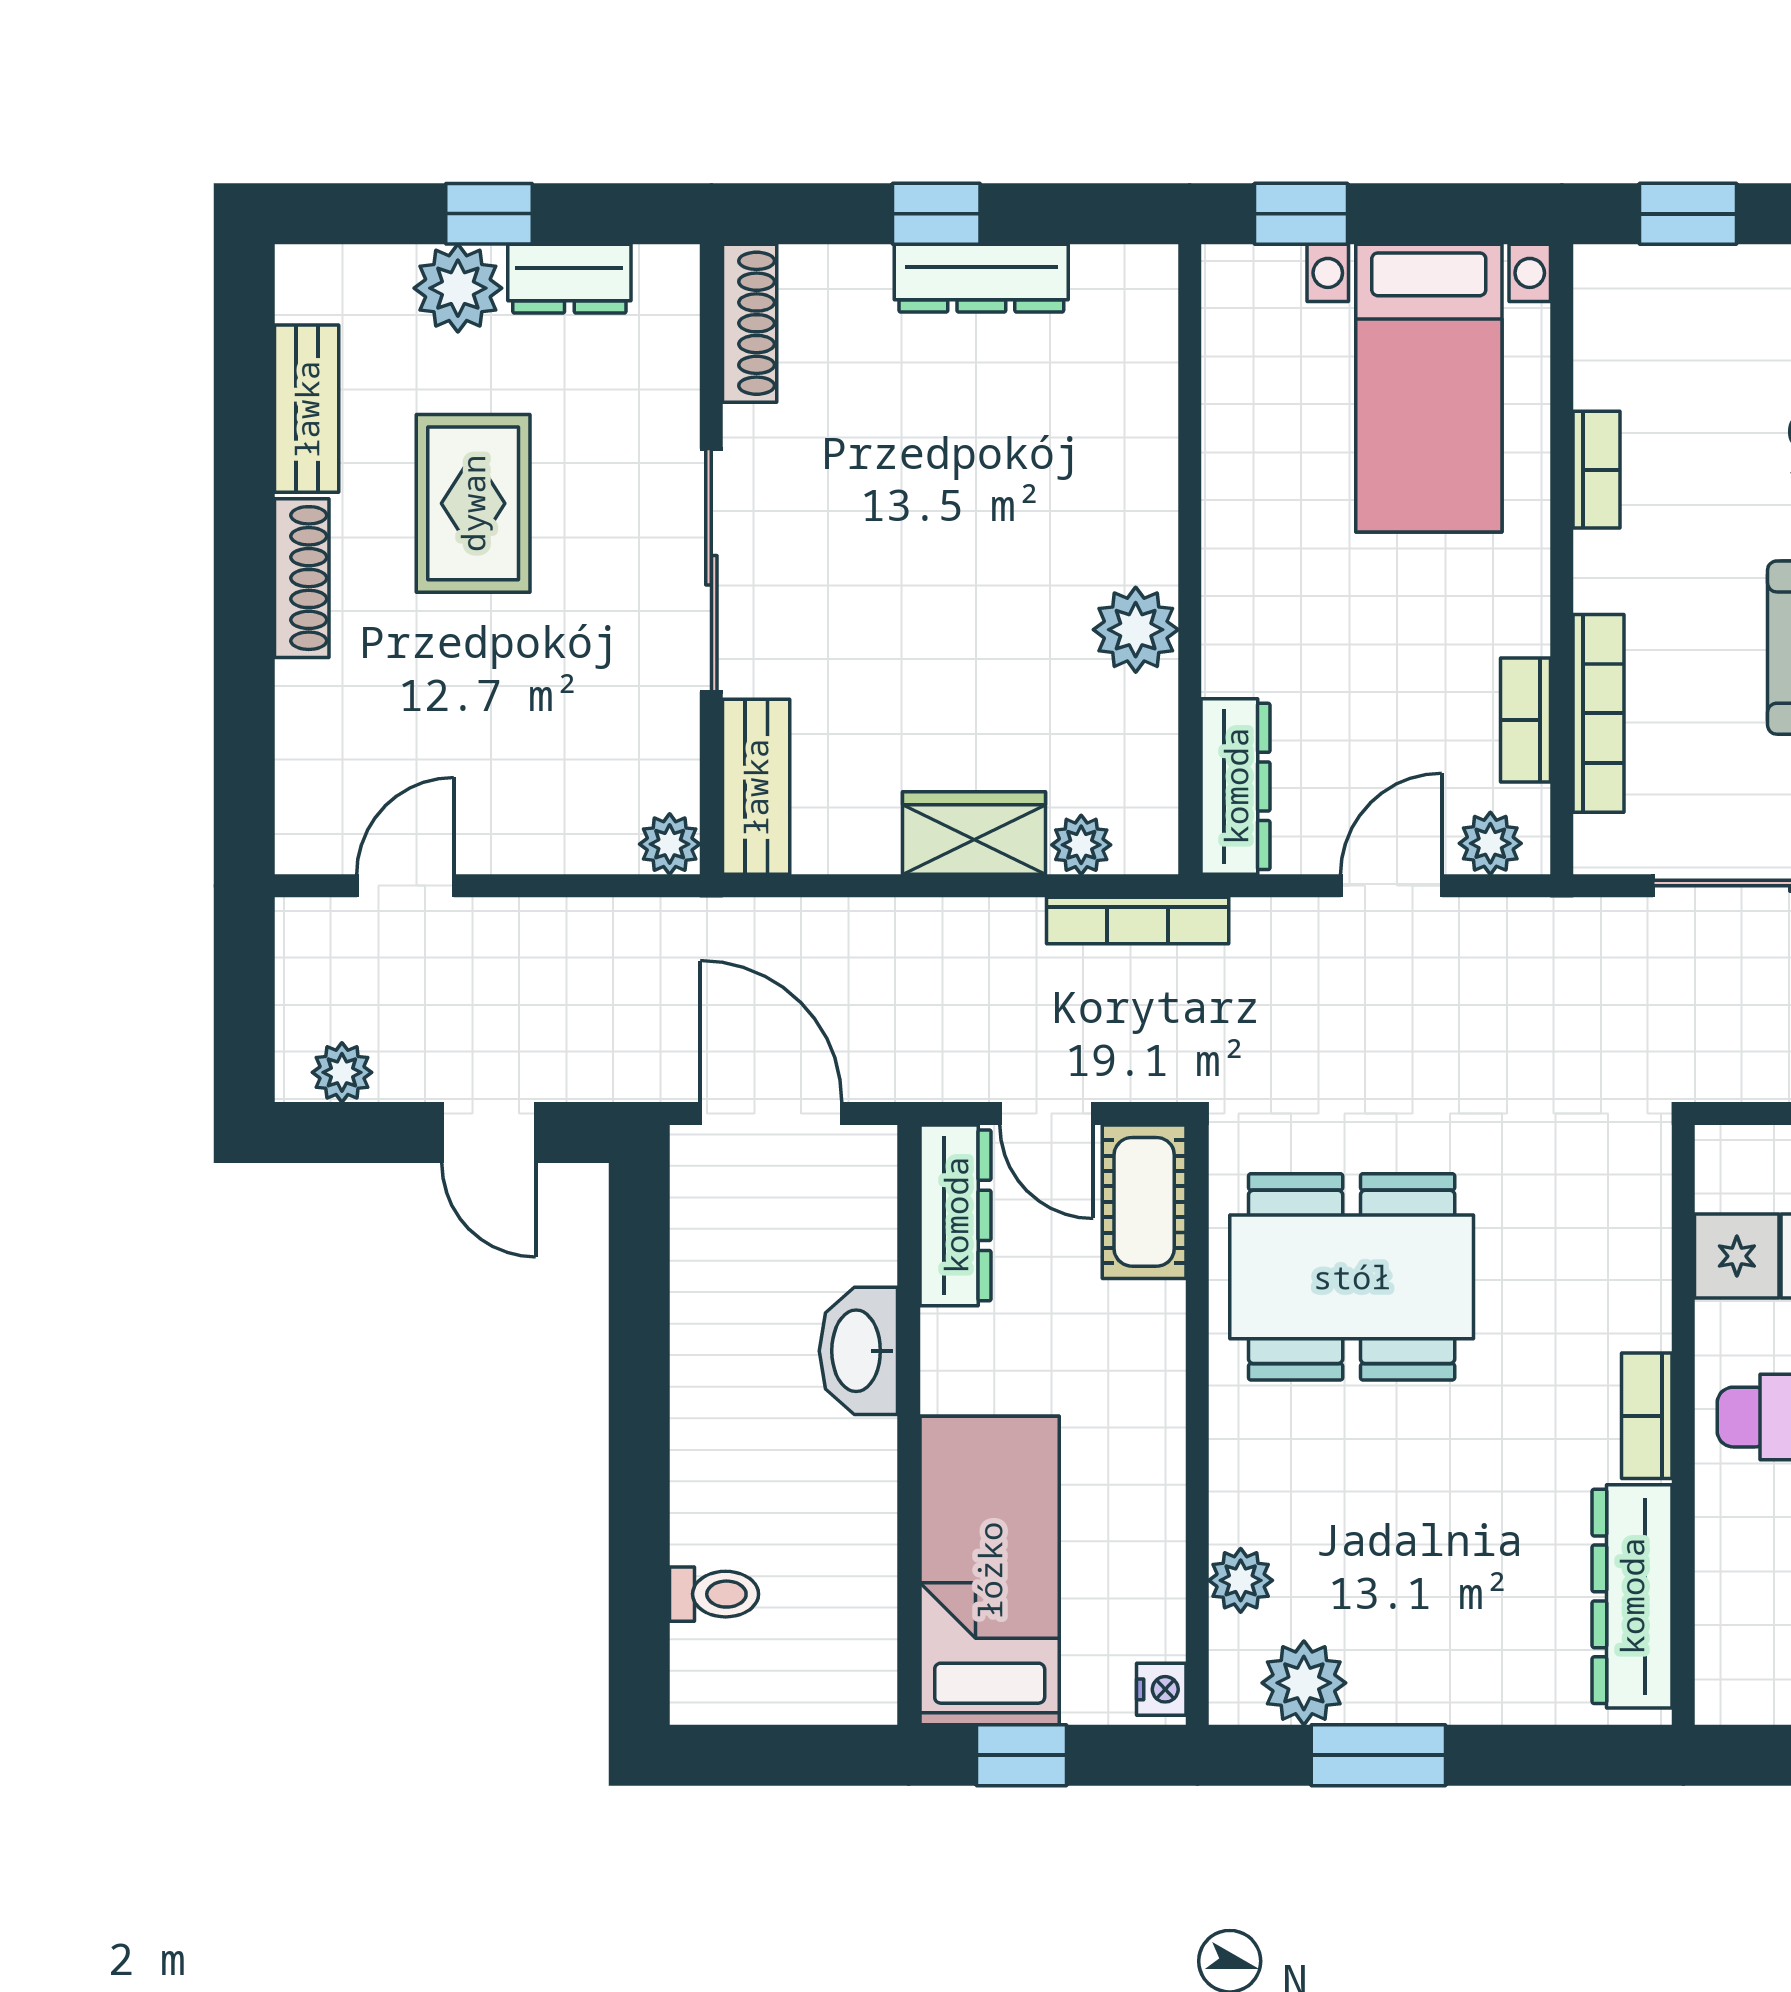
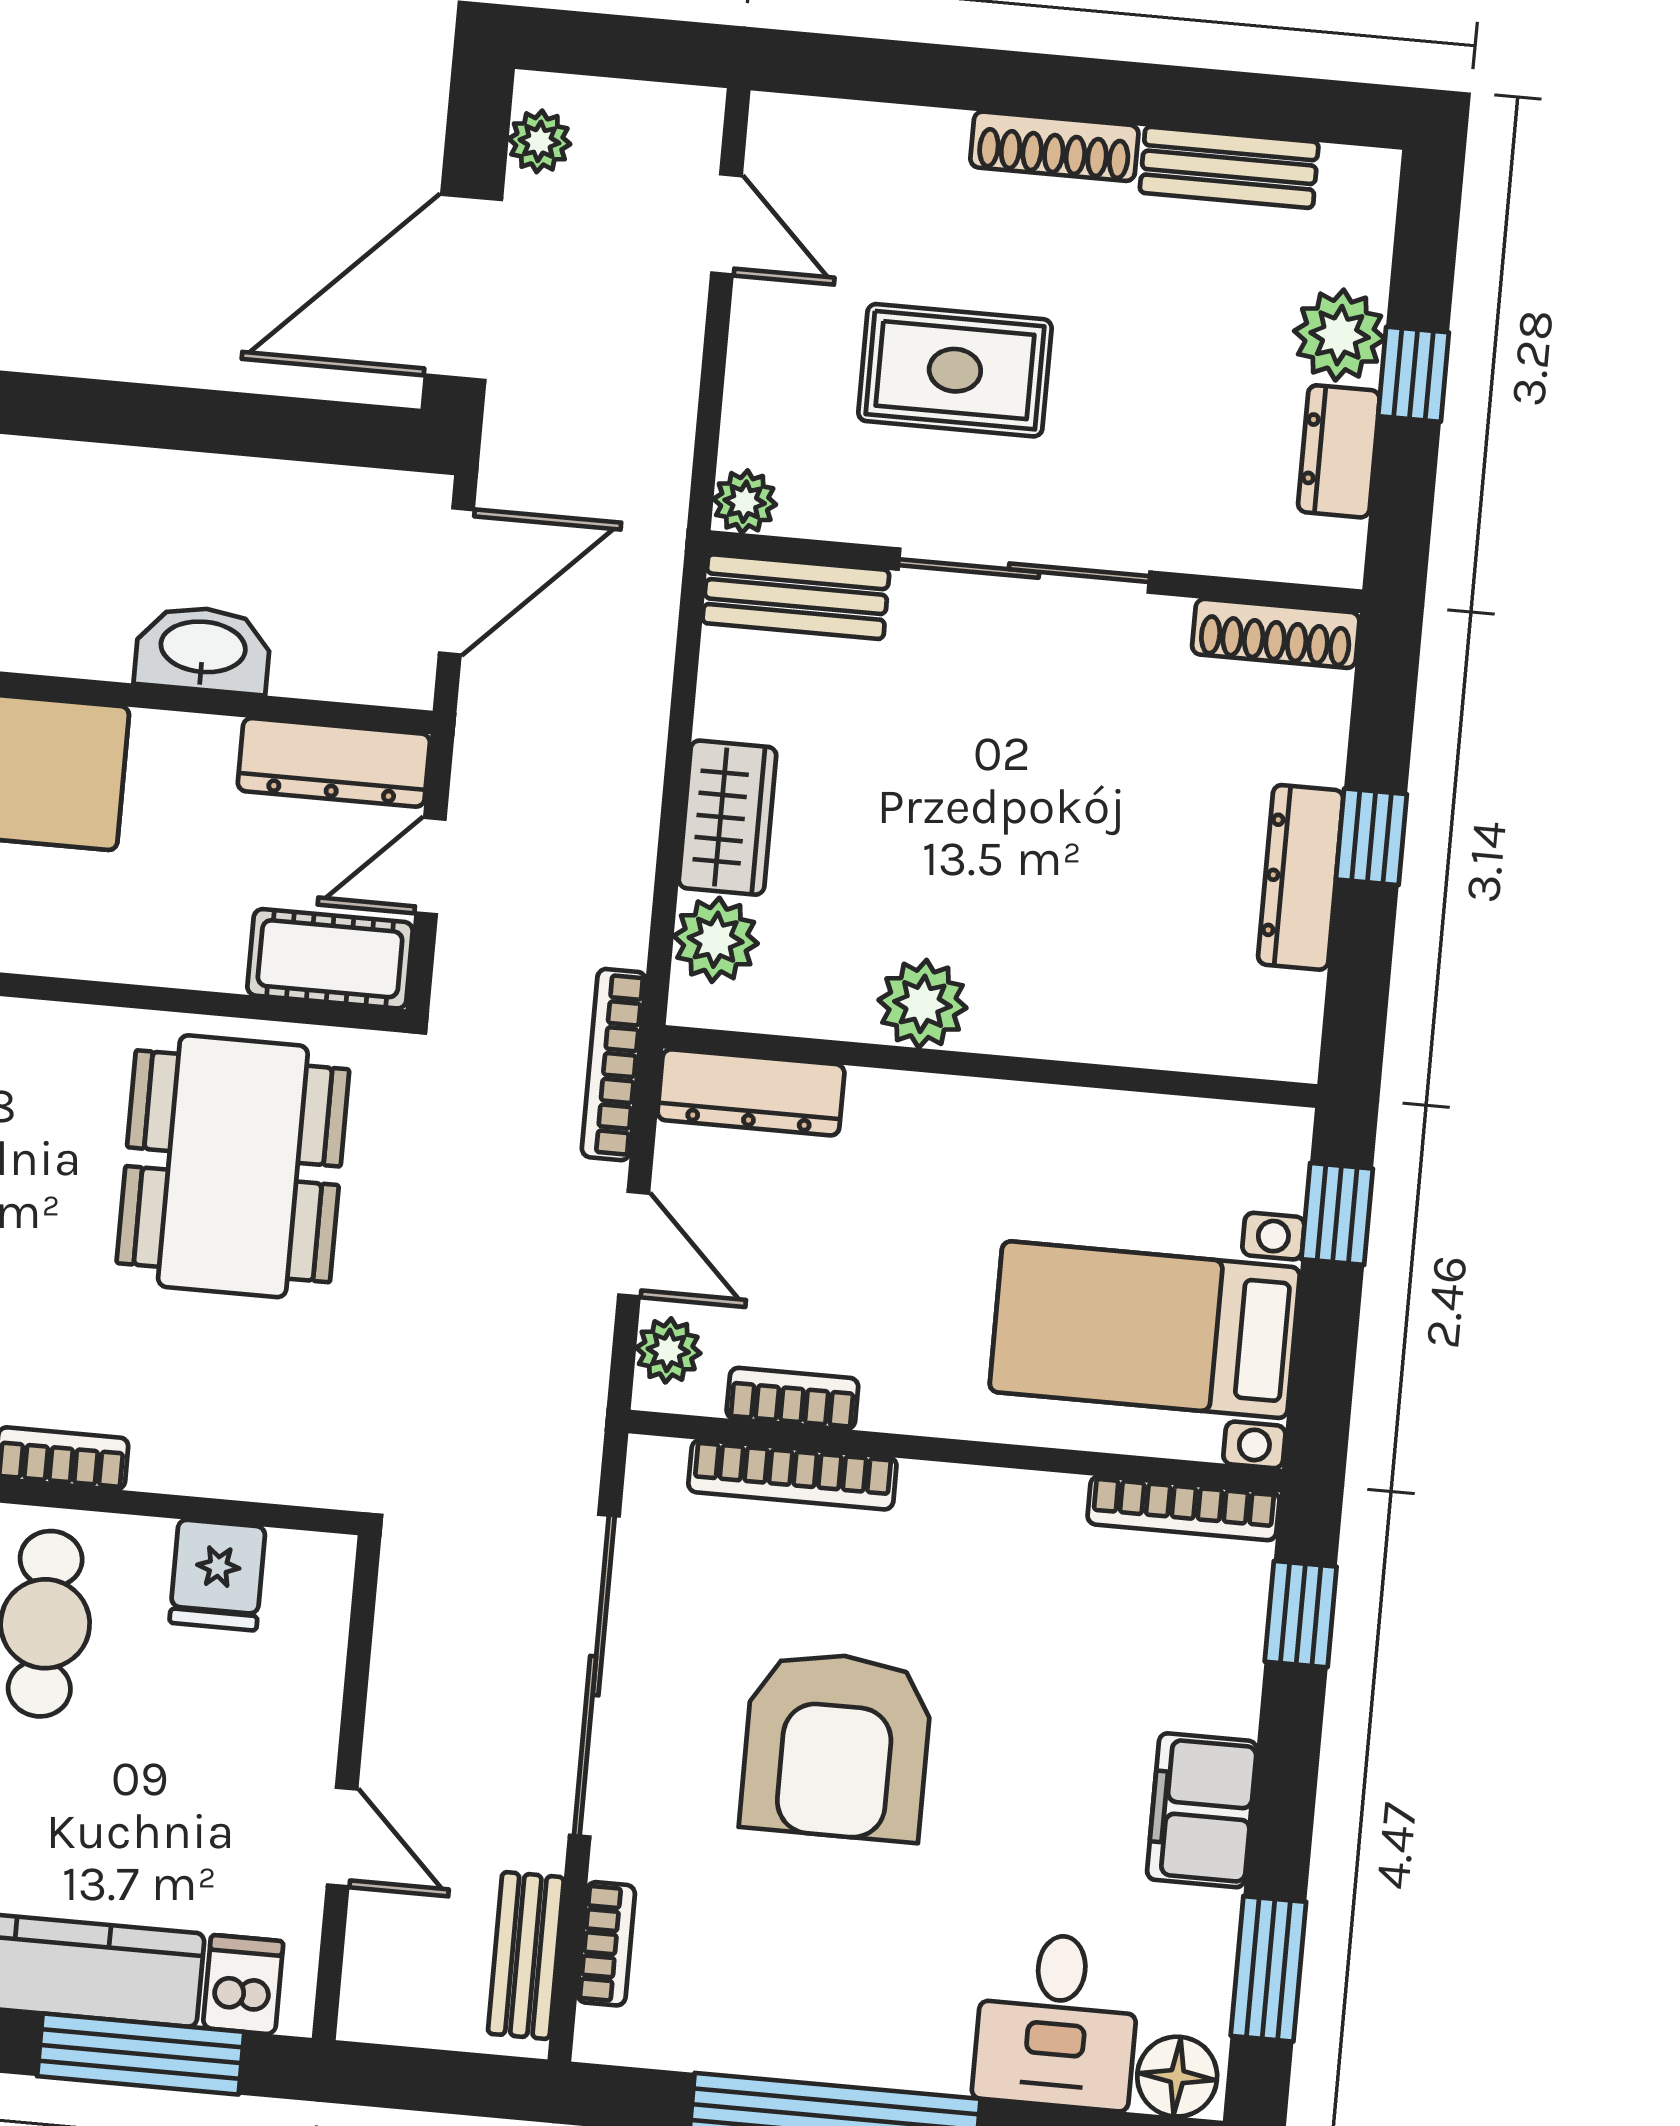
bookcase: (1597, 470) -> (1183, 1508), moved, width x1.56
rug: (473, 503) -> (955, 370), moved
plant: (1081, 845) -> (716, 940), width x1.38, depth x1.38
bookcase: (1138, 920) -> (614, 1065), moved
door: (489, 1133) -> (463, 287), width x1.87

